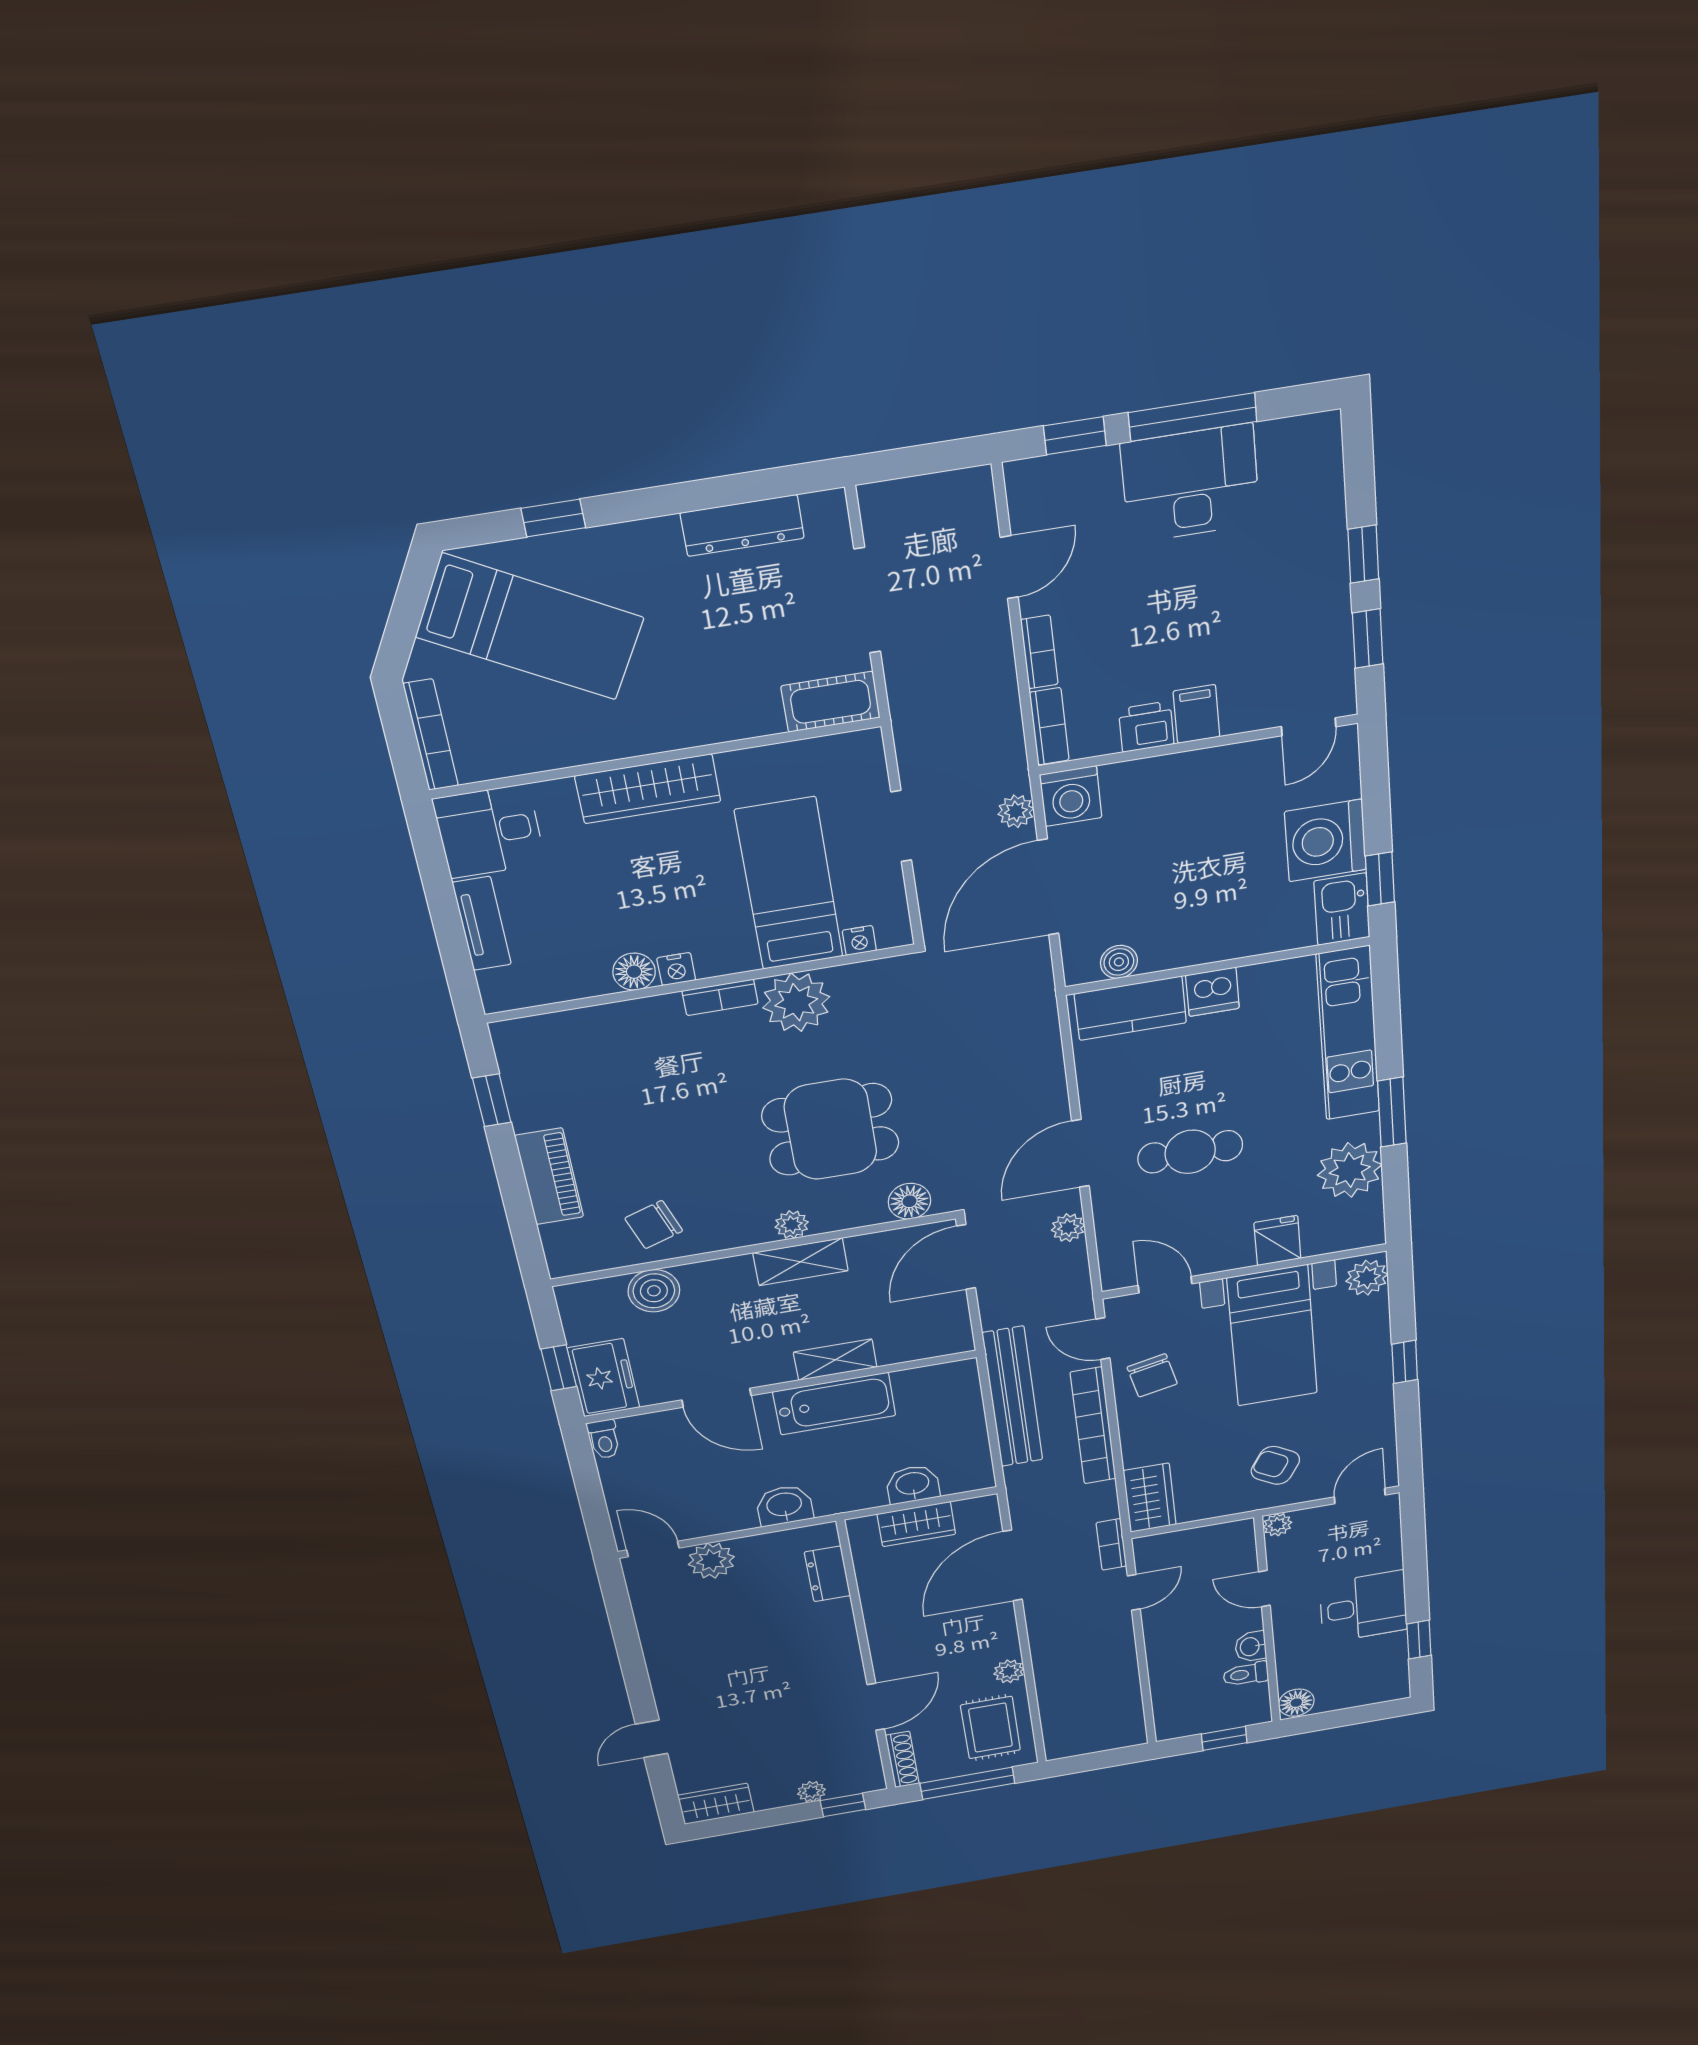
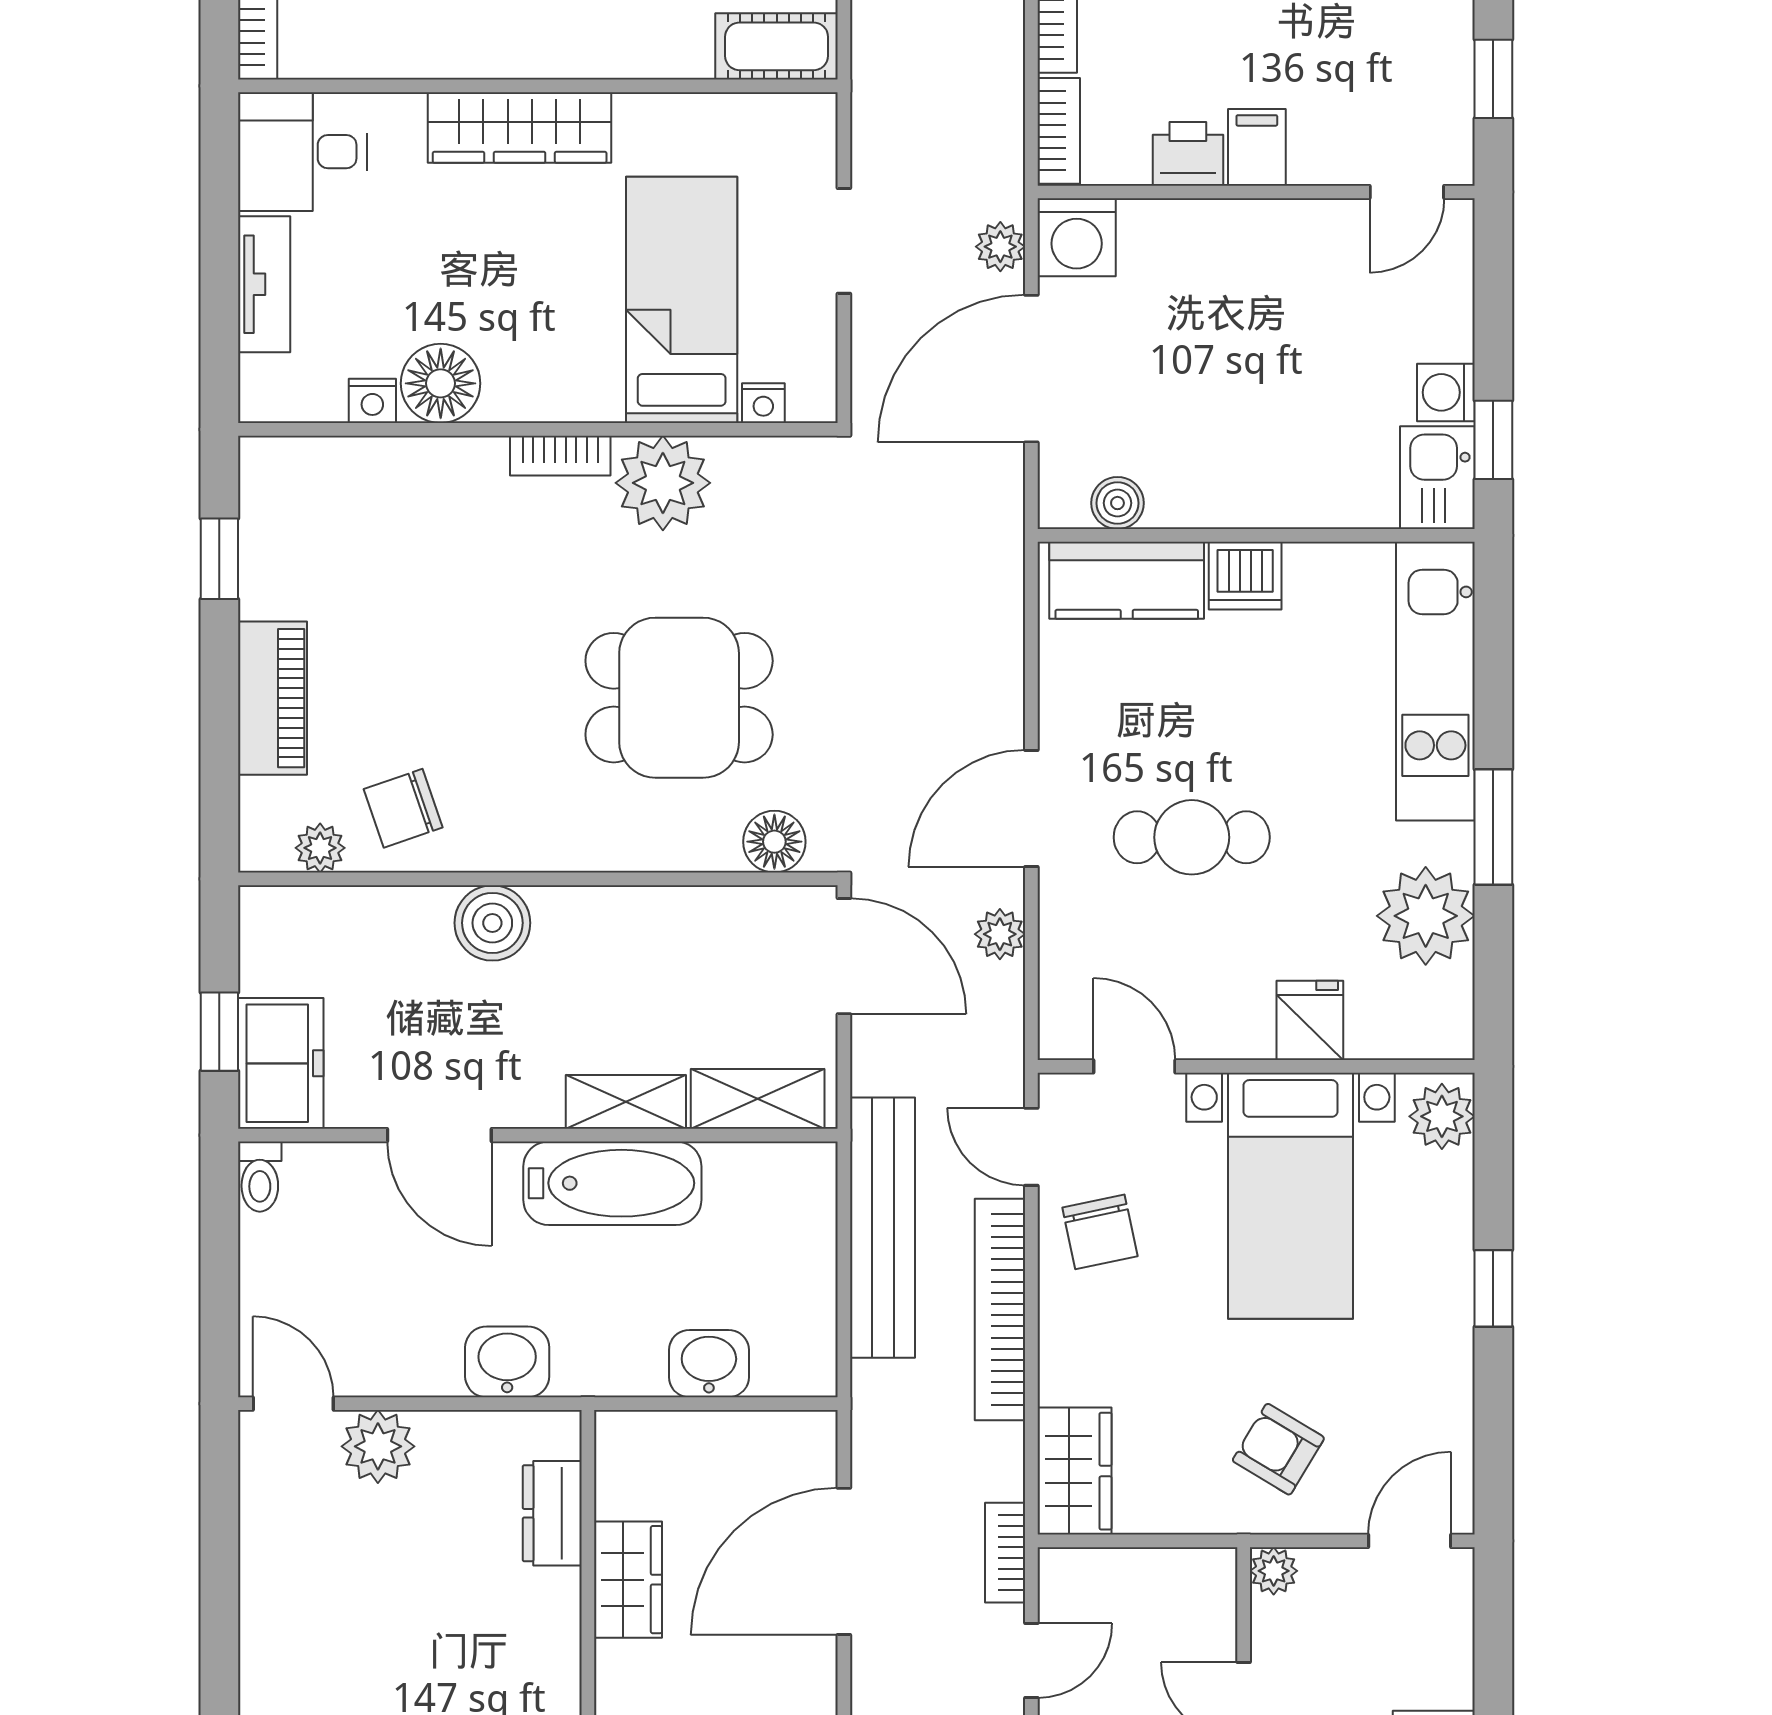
washing machine: (1326, 841) -> (1446, 392), width x0.53, depth x0.53
nightstand: (676, 969) -> (372, 401), moved
floor lamp: (634, 972) -> (441, 383), width x1.38, depth x1.38
plant: (792, 1225) -> (320, 848), moved
door: (966, 1257) -> (844, 956), swing flipped
shelving: (800, 1262) -> (758, 1099), moved
boiler: (654, 1291) -> (492, 923), moved
wardrobe: (916, 1524) -> (628, 1580), moved, turned -90

